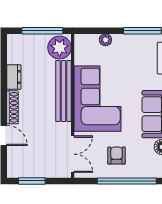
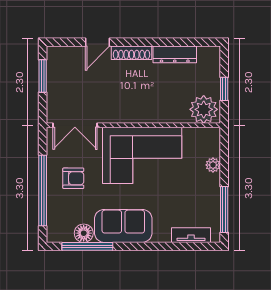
window: (42, 31) -> (224, 89), width x0.46
dresser: (14, 77) -> (175, 54), width x1.44
bench: (63, 91) -> (151, 114), removed

